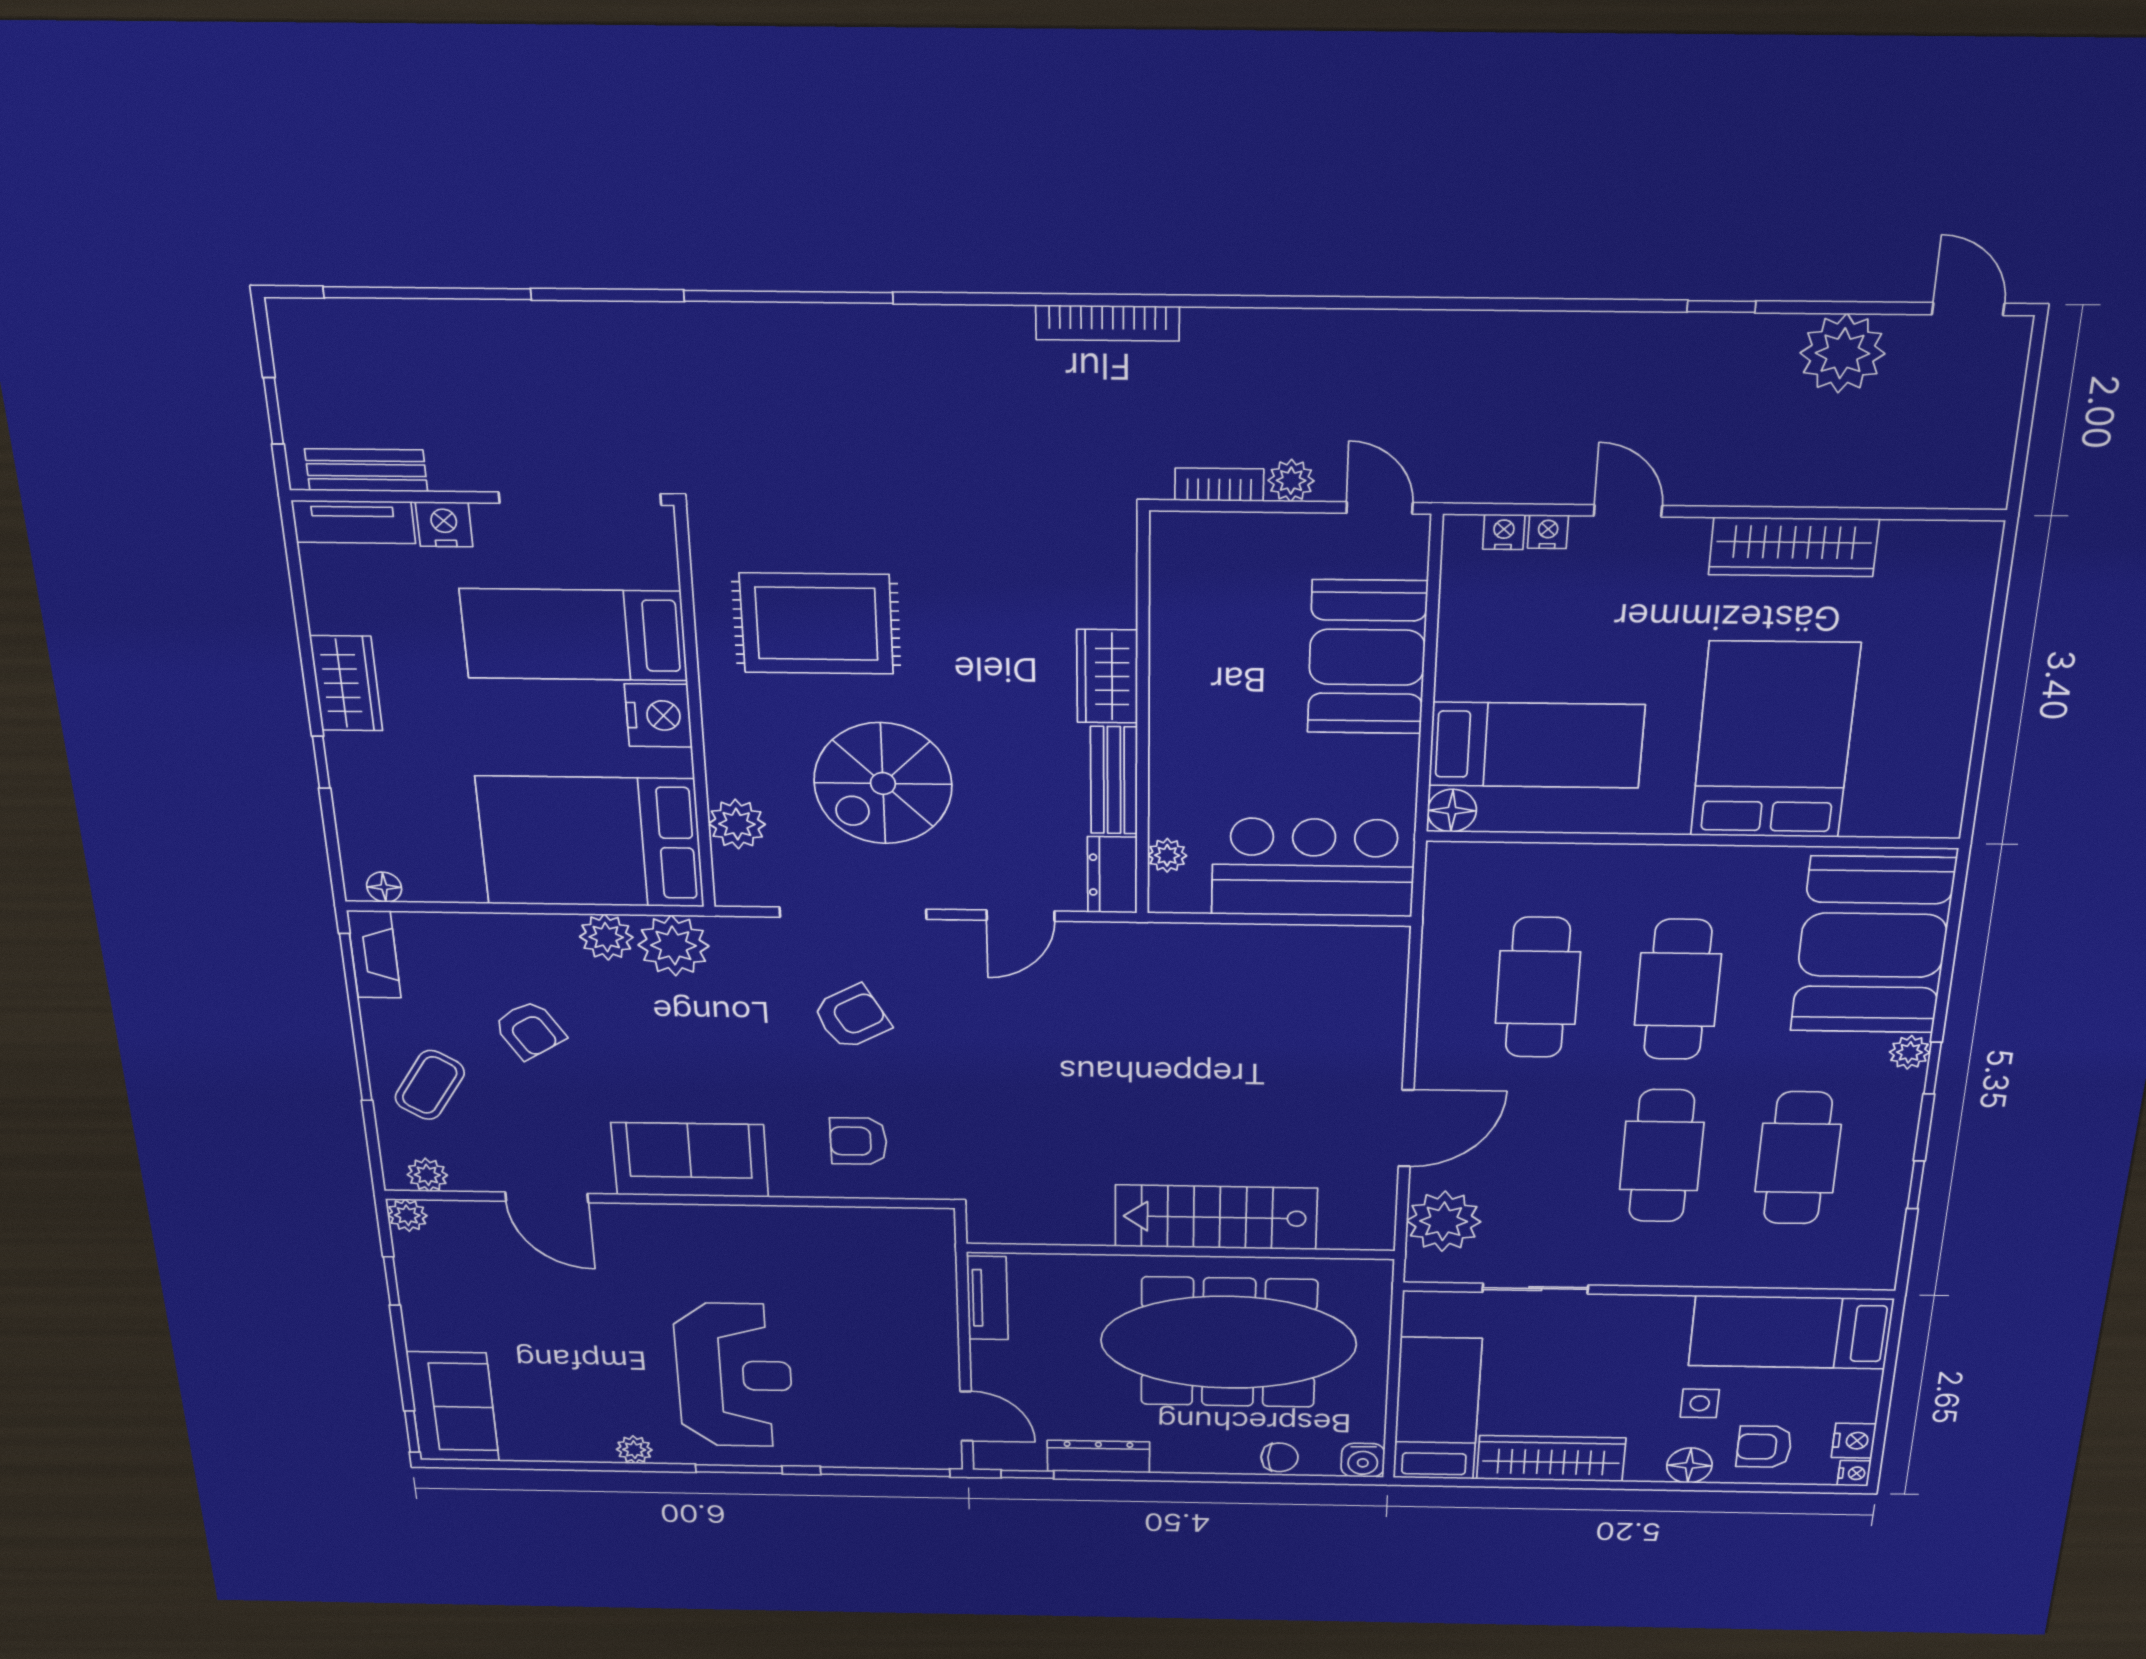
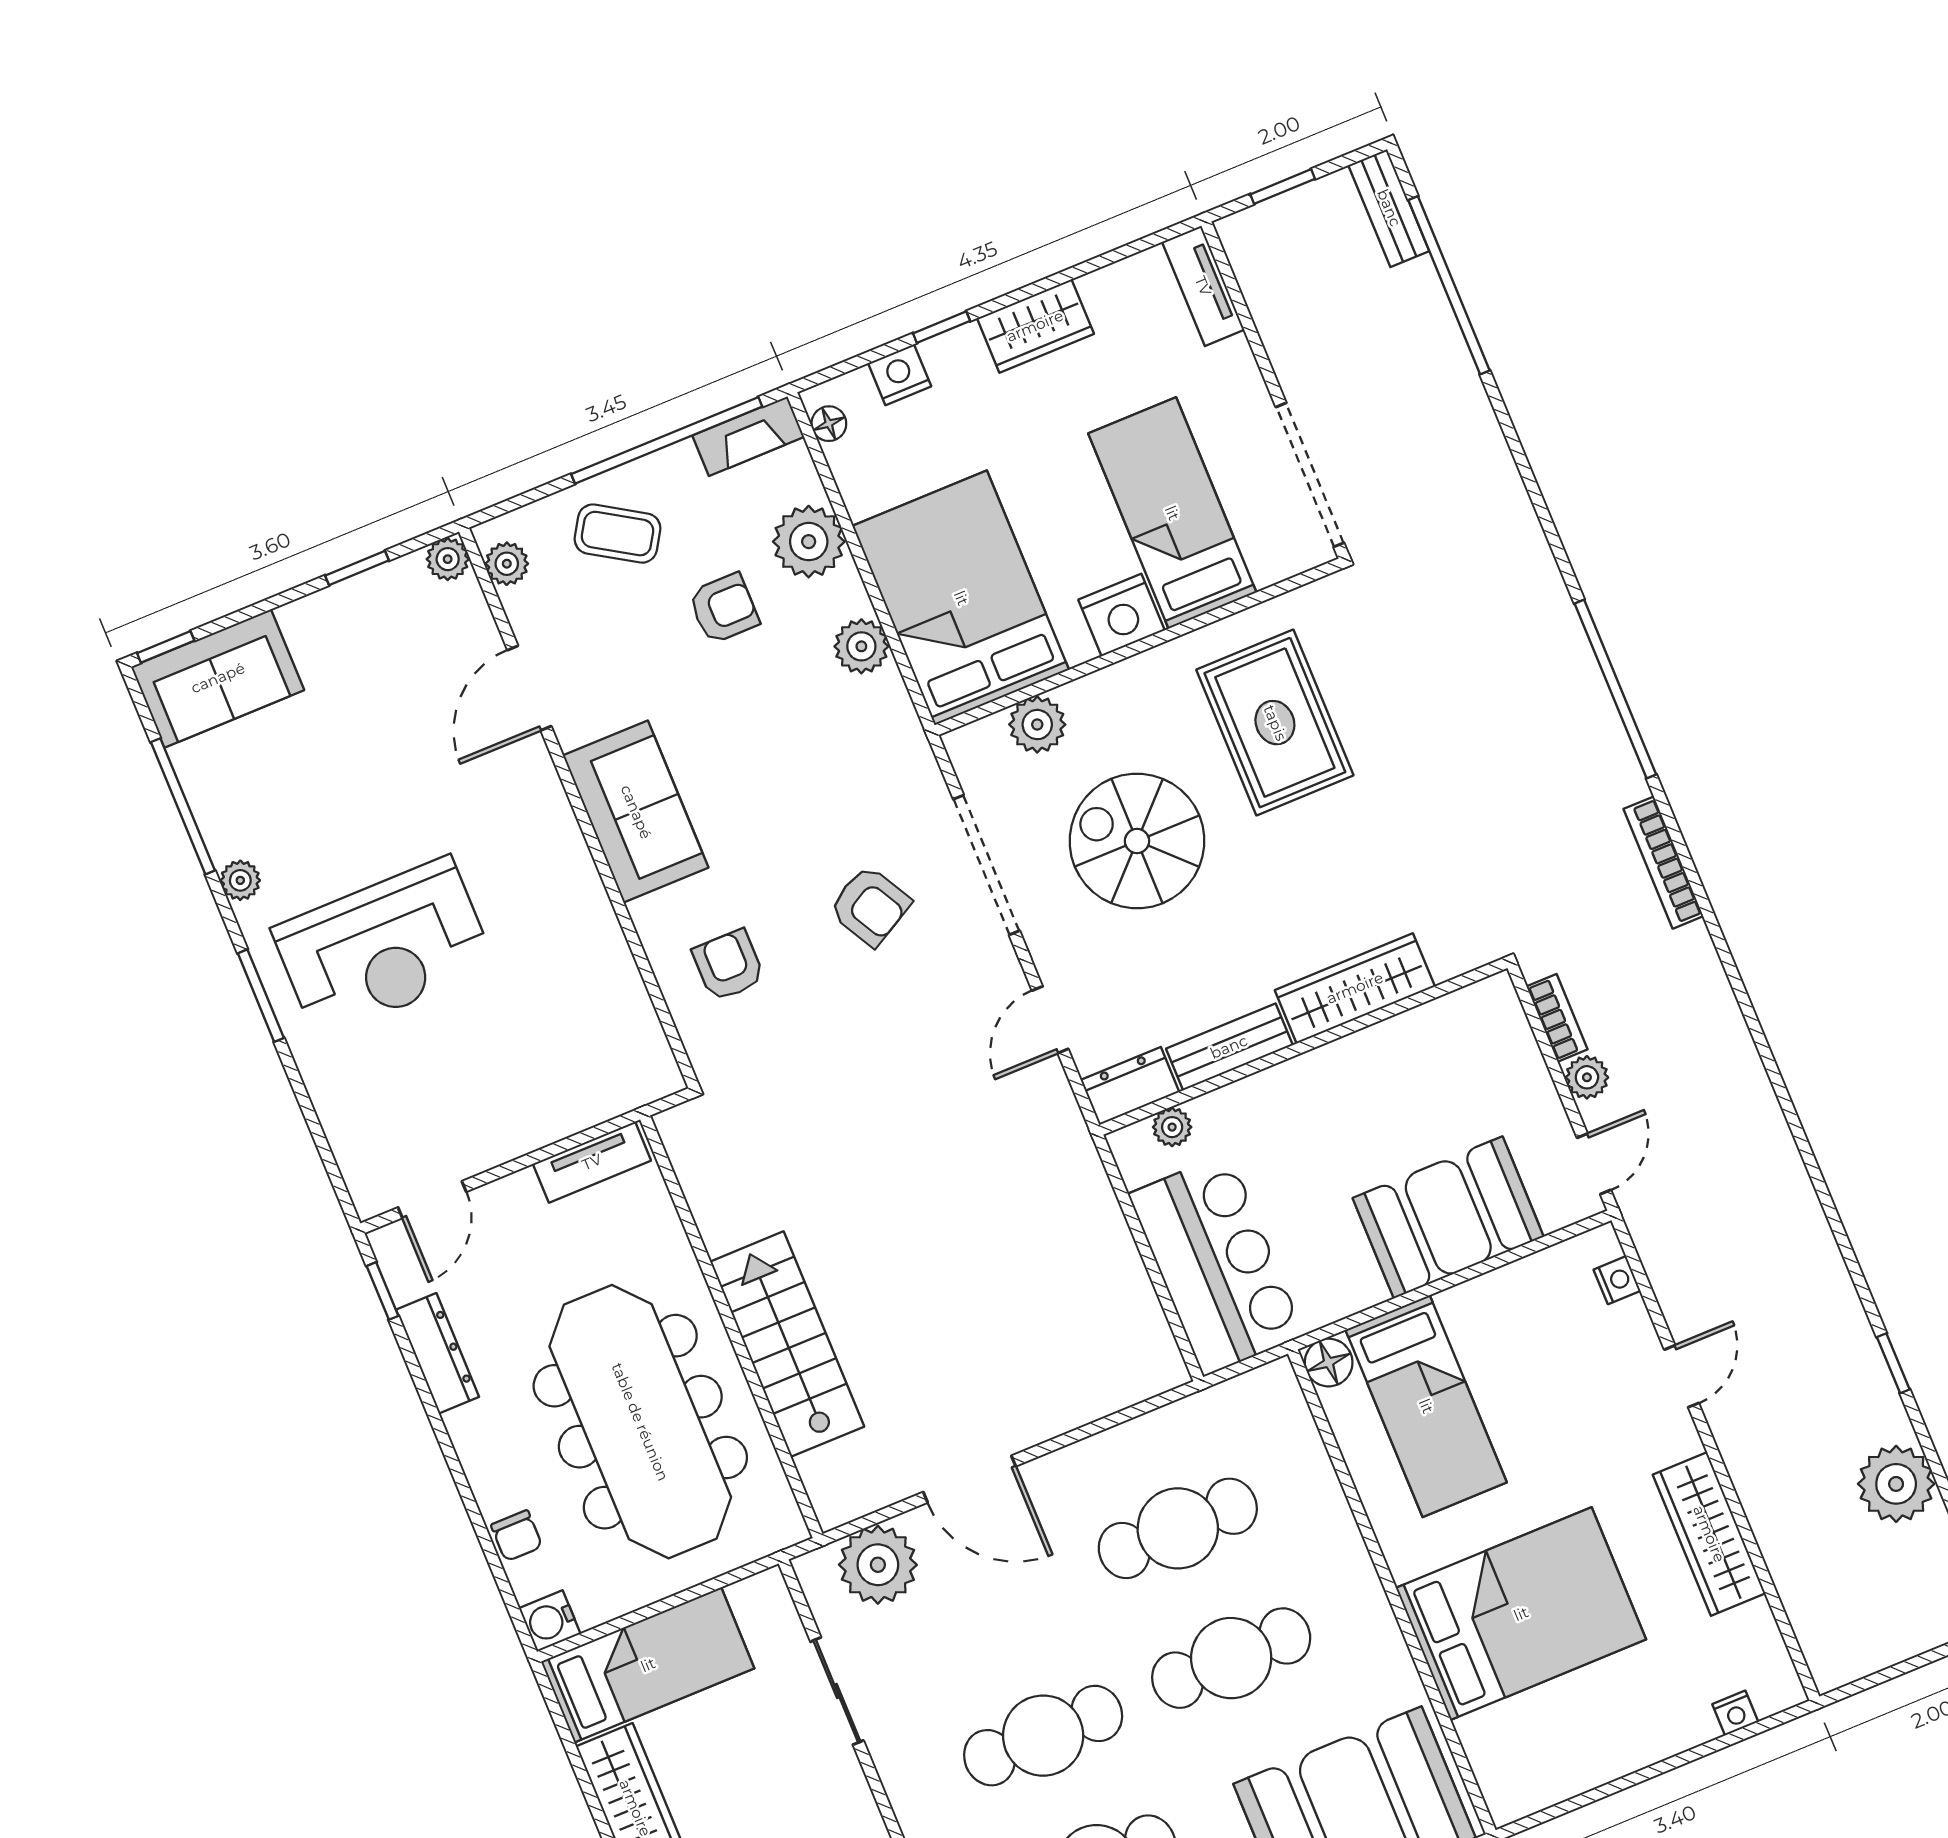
window: (788, 297) -> (1615, 689), moved
bench: (366, 470) -> (1389, 208), moved
nightstand: (444, 524) -> (900, 375), moved, turned -90
nightstand: (1548, 532) -> (1735, 1713), moved, turned 90
wardrobe: (1107, 676) -> (1355, 988), width x1.50
door: (1021, 916) -> (1050, 1020), hinge flipped
plant: (673, 946) -> (809, 542), moved
armchair: (529, 1030) -> (724, 608), turned -148
window: (885, 1472) -> (183, 806), moved

